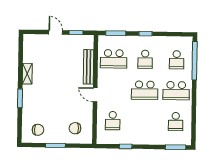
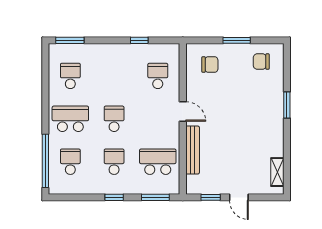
shelving: (27, 74) -> (277, 172), moved
school desk: (145, 90) -> (114, 119), width x0.54

